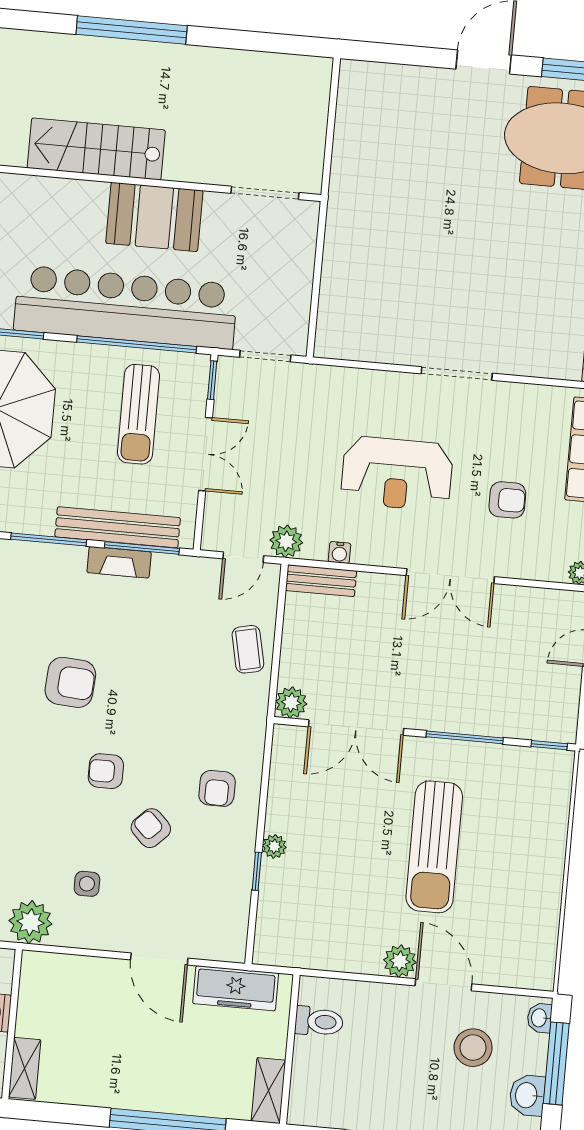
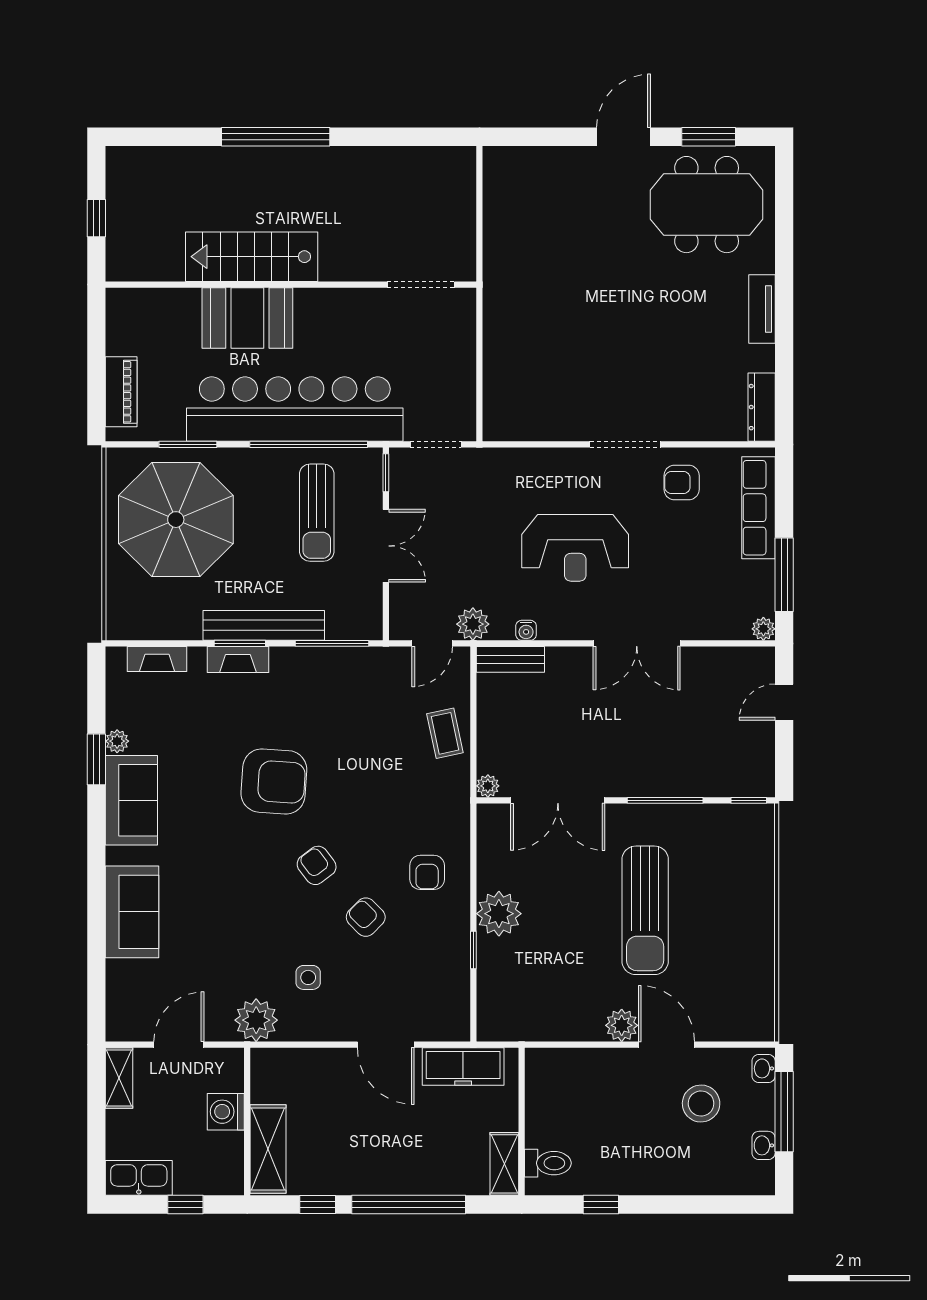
booth: (154, 217) -> (247, 318), moved
armchair: (507, 500) -> (682, 483), moved, turned 180
bench: (118, 527) -> (264, 625), moved
window: (49, 540) -> (240, 643), width x0.69
fireplace: (119, 562) -> (238, 660), moved
armchair: (70, 682) -> (274, 781), width x1.36, depth x1.36
plant: (291, 703) -> (488, 786), width x0.73, depth x0.73
armchair: (106, 771) -> (317, 865), turned 53
plant: (274, 846) -> (499, 914), width x1.88, depth x1.88
toilet: (319, 1022) -> (548, 1163), moved
shelving: (25, 1068) -> (268, 1149), width x1.50, depth x1.33
washbasin: (527, 1095) -> (764, 1145), width x0.72, depth x0.69
window: (76, 1114) -> (318, 1205), added

